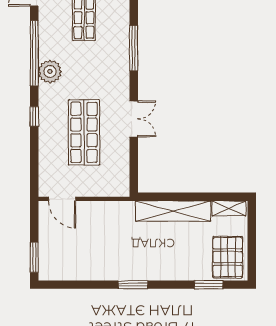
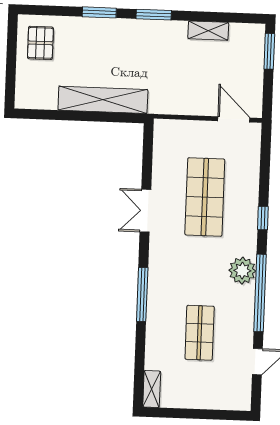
shelving: (229, 208) -> (208, 31), moved
pallet: (228, 257) -> (40, 43), width x0.67, depth x0.71
window: (209, 285) -> (99, 12), moved

